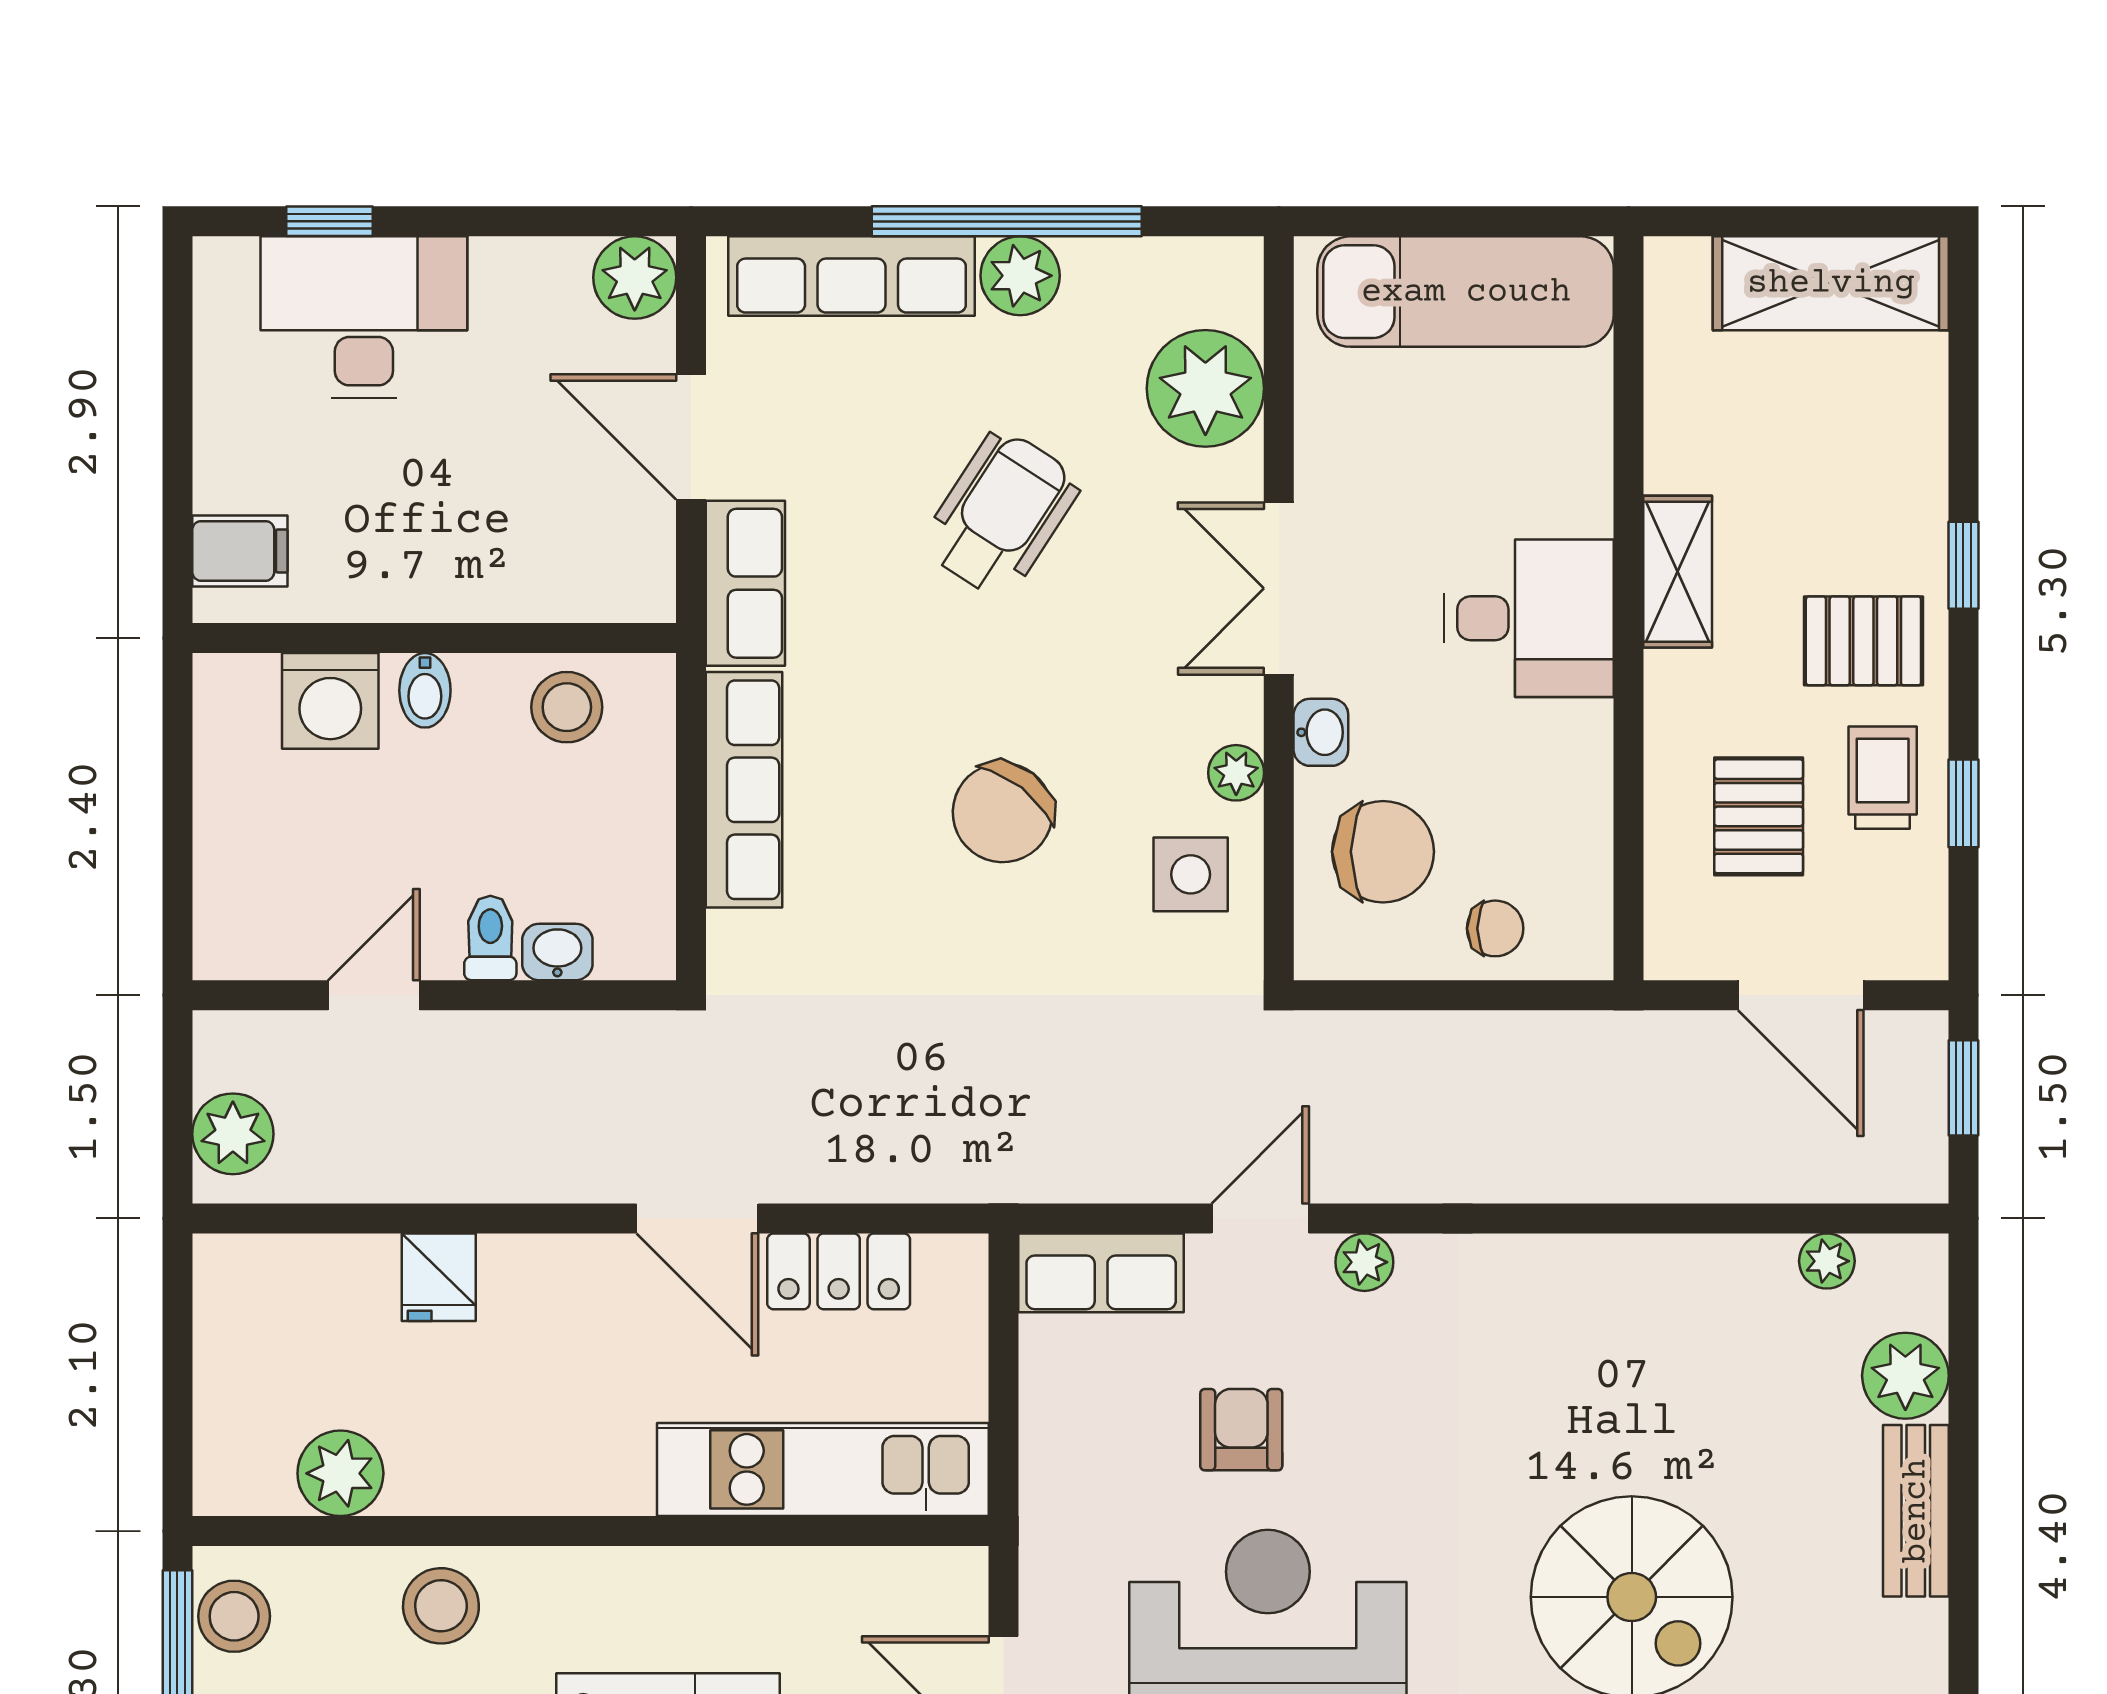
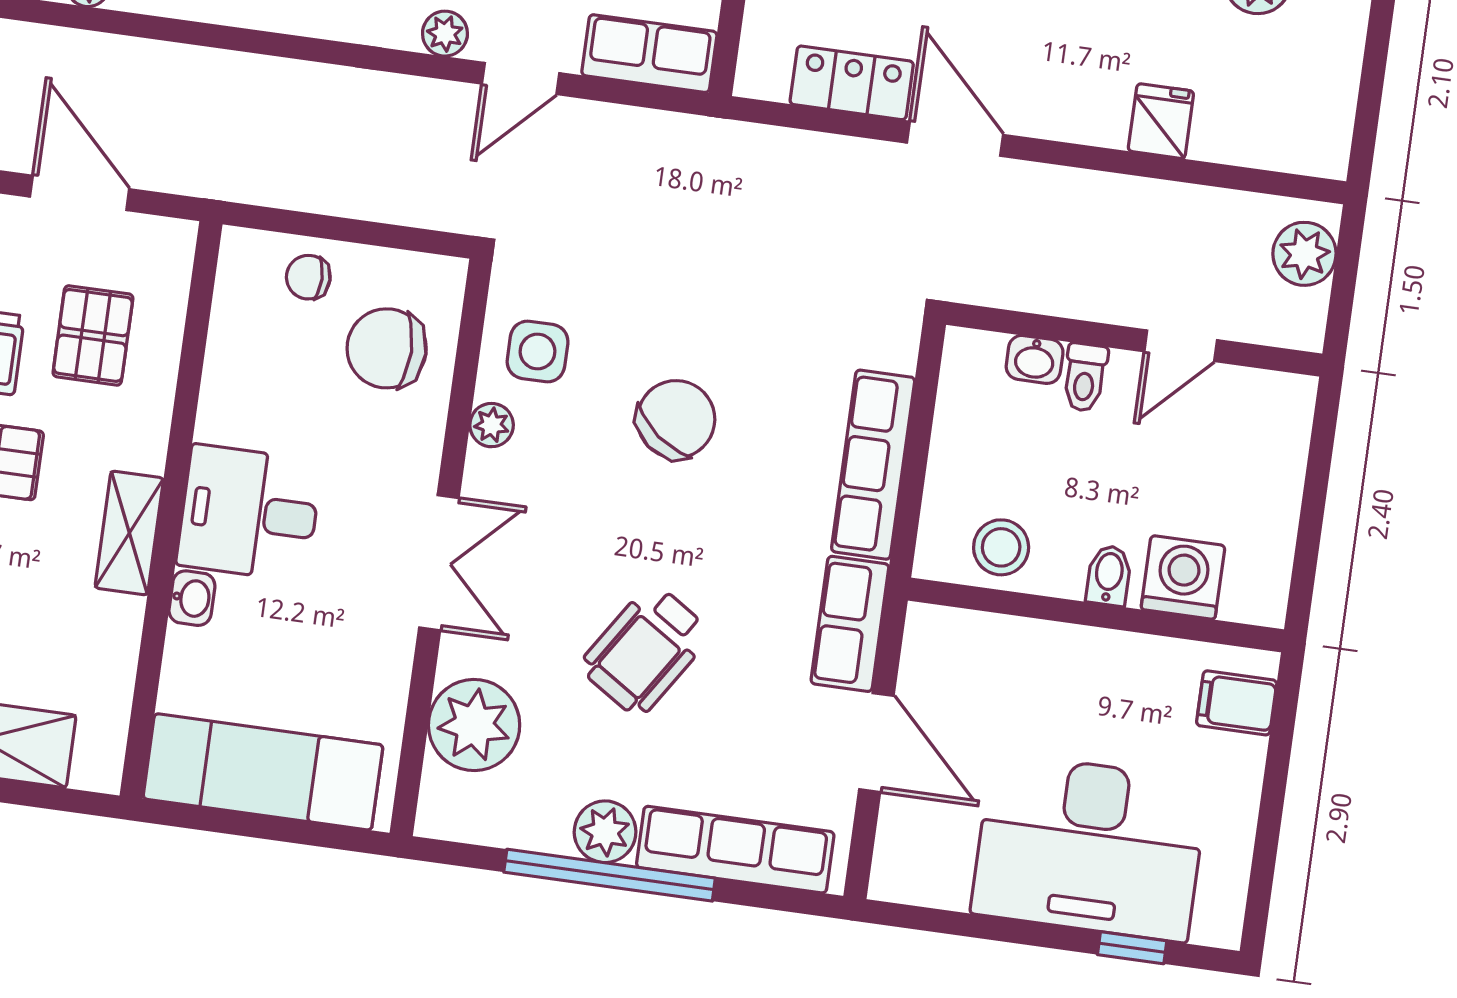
plant: (635, 277) -> (903, 872), removed
desk: (364, 317) -> (1090, 847), width x1.36, depth x1.30
washbasin: (1321, 732) -> (192, 598), moved, turned 180

